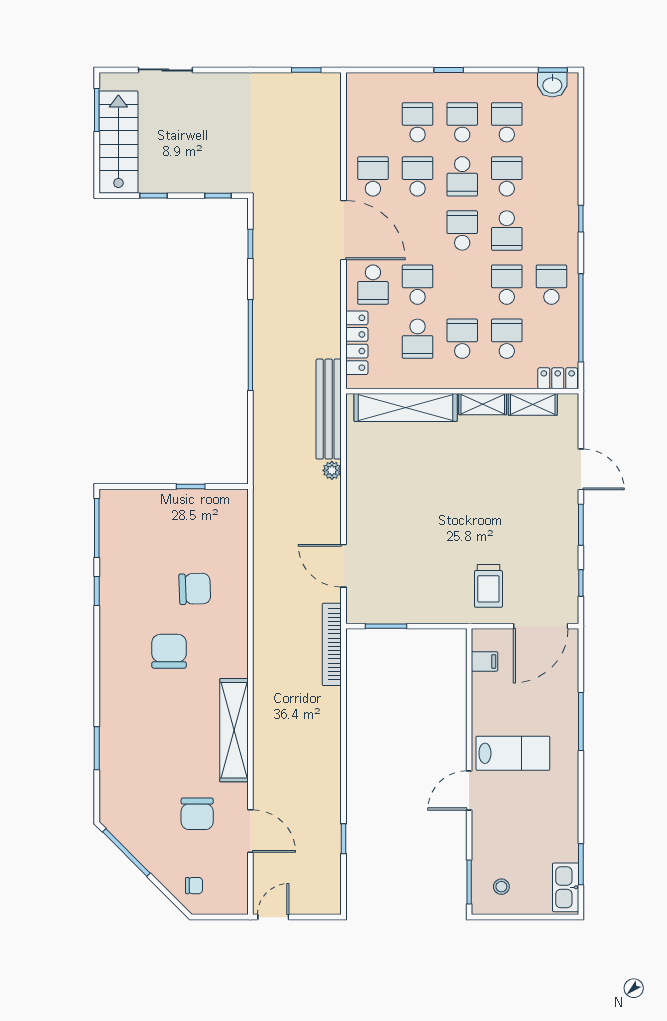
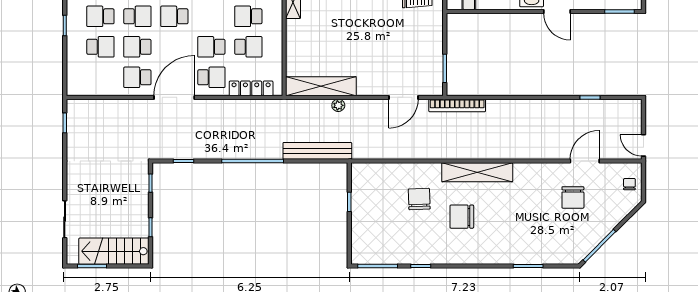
school desk: (418, 122) -> (100, 47), turned 180
shelving: (406, 407) -> (321, 86), moved, turned 90
bench: (329, 409) -> (317, 151), moved
shelving: (234, 730) -> (477, 172), moved
chair: (197, 814) -> (573, 197), turned 90
chair: (194, 886) -> (629, 184), moved

